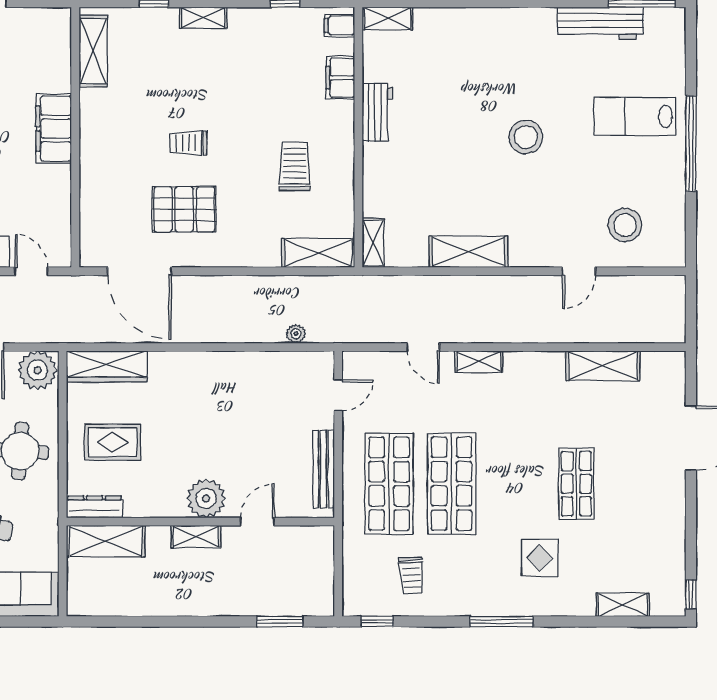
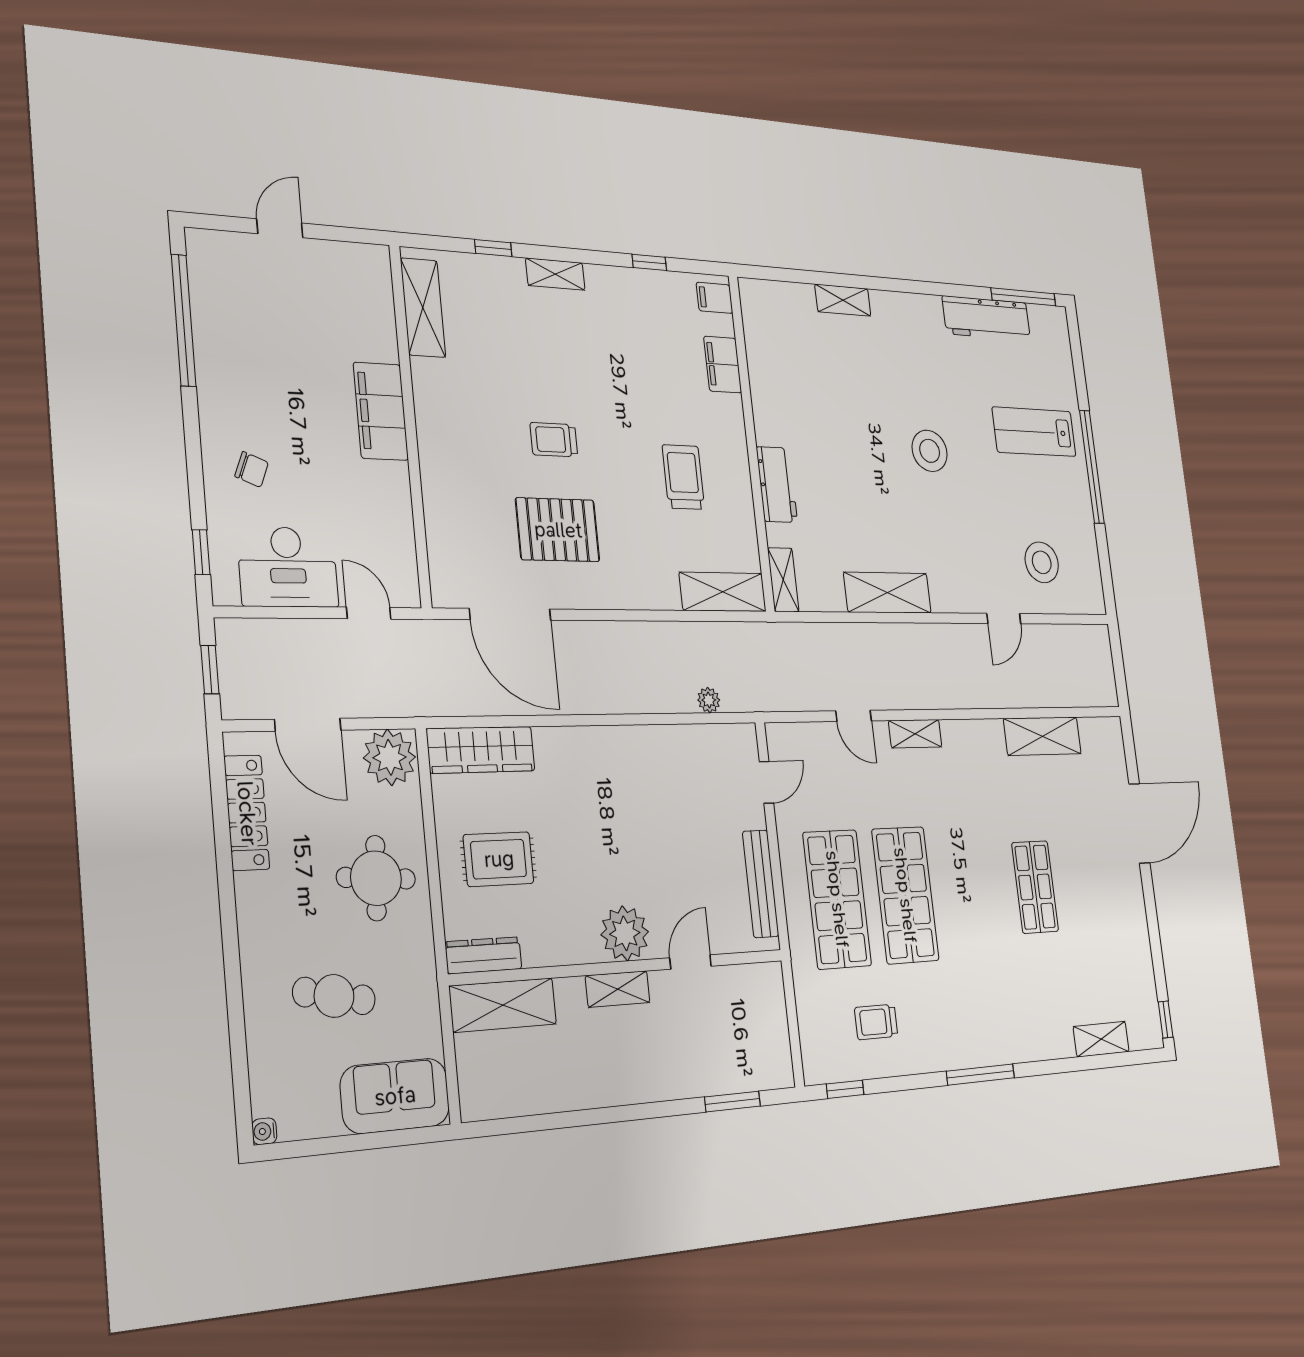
shelving: (387, 18) -> (843, 300), moved
workbench: (377, 112) -> (777, 485), moved
display table: (540, 558) -> (1010, 986), removed
trolley: (411, 575) -> (876, 1022), turned 94

